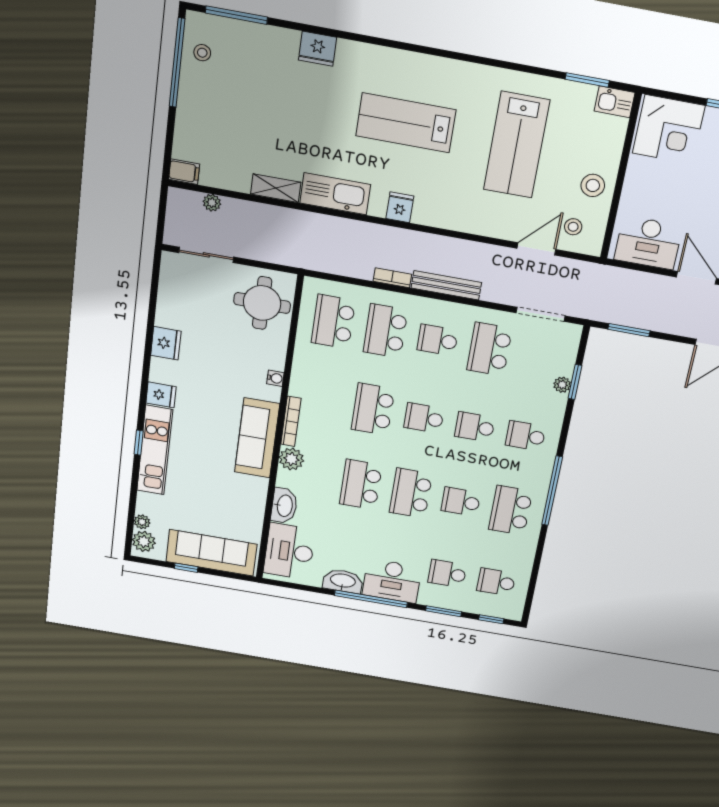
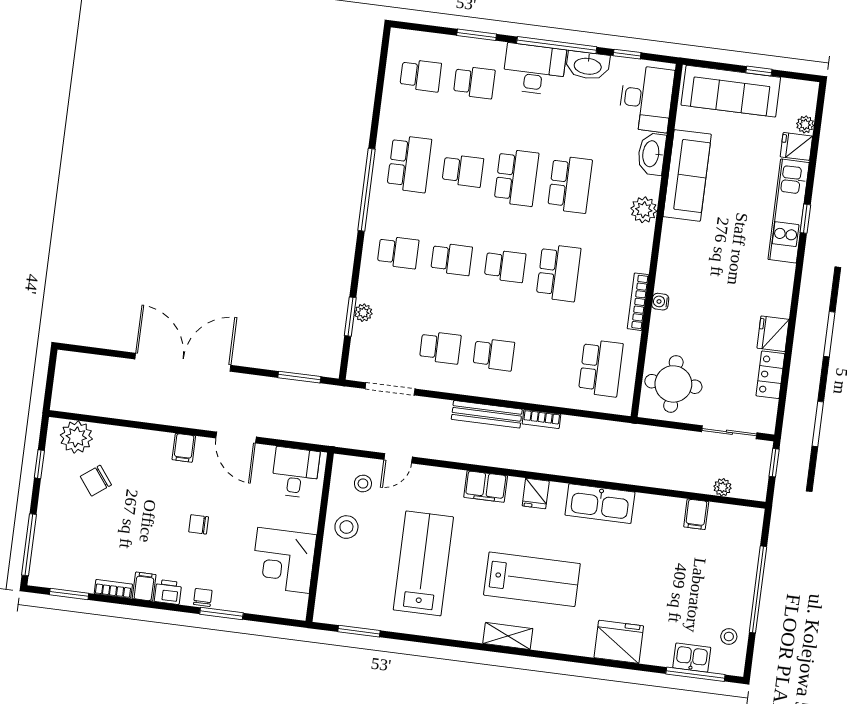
fridge: (318, 49) -> (619, 642), width x1.36, depth x1.34
window: (177, 63) -> (758, 589), moved
kitchen sink: (615, 102) -> (692, 658), moved
corner desk: (669, 129) -> (283, 560), moved, turned -90
filing cabinet: (184, 172) -> (696, 514), moved, turned -90
shelving: (276, 188) -> (508, 636), moved
filing cabinet: (450, 217) -> (486, 487), added
window: (161, 223) -> (774, 463), added
desk: (648, 243) -> (295, 472), width x0.73
door: (536, 249) -> (398, 458), width x0.73
locker: (167, 306) -> (770, 375), added
school desk: (385, 331) -> (547, 361), removed
school desk: (489, 349) -> (440, 348), width x0.54
fridge: (161, 395) -> (796, 146), moved
bookcase: (291, 421) -> (638, 302), moved
sofa: (257, 438) -> (687, 175), moved
plant: (144, 541) -> (804, 101), removed
window: (491, 619) -> (627, 54), moved

